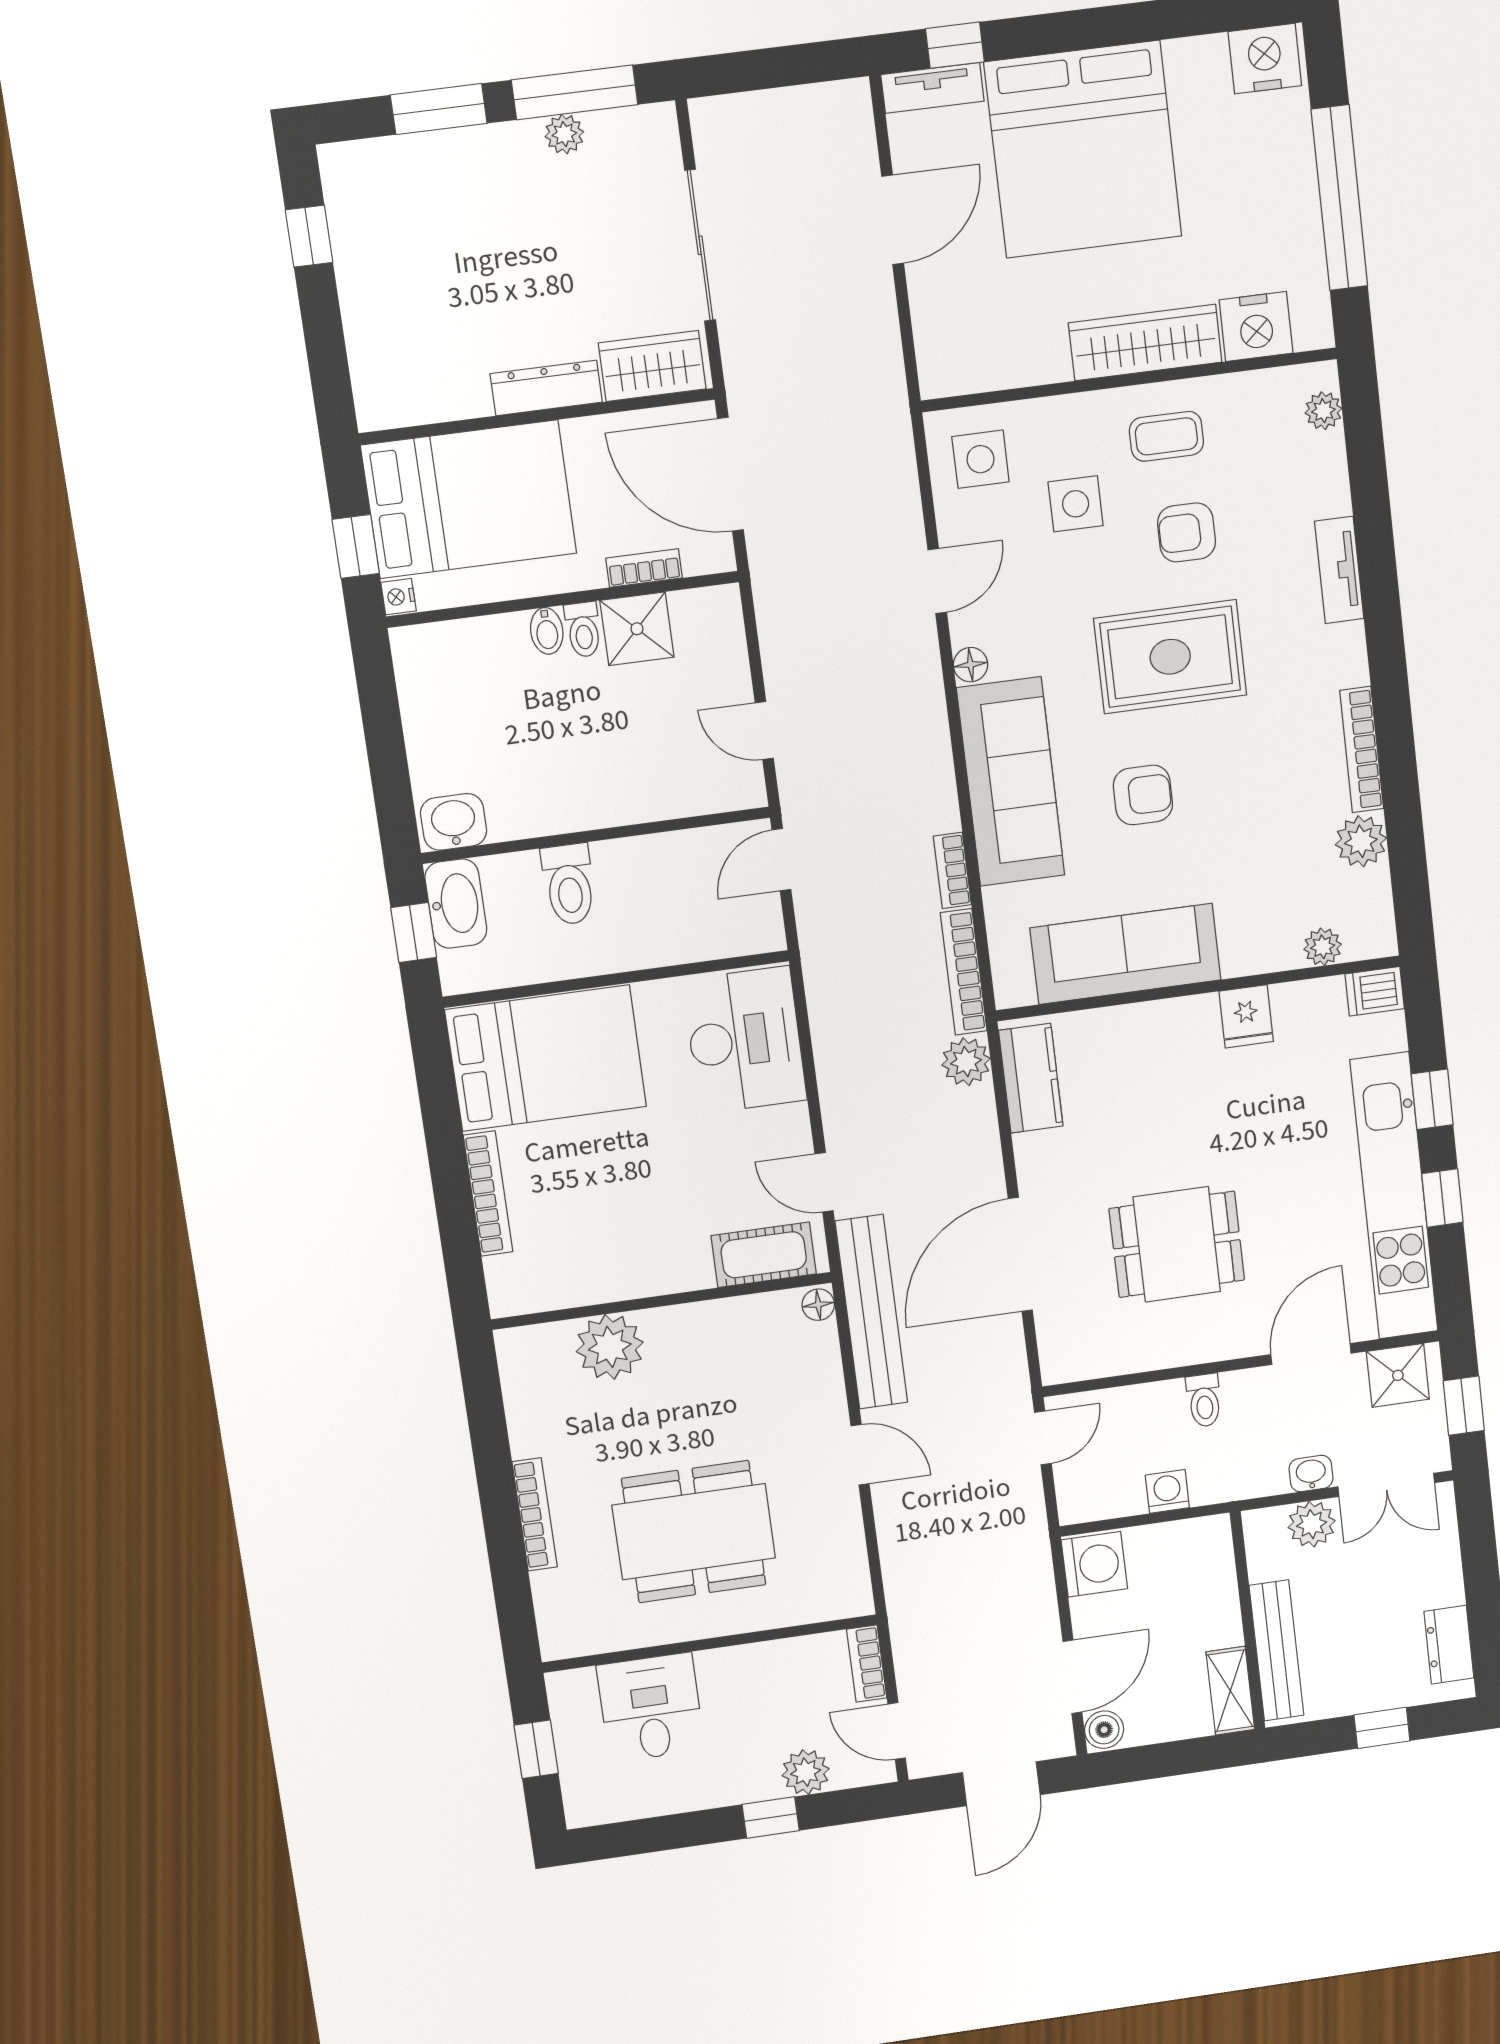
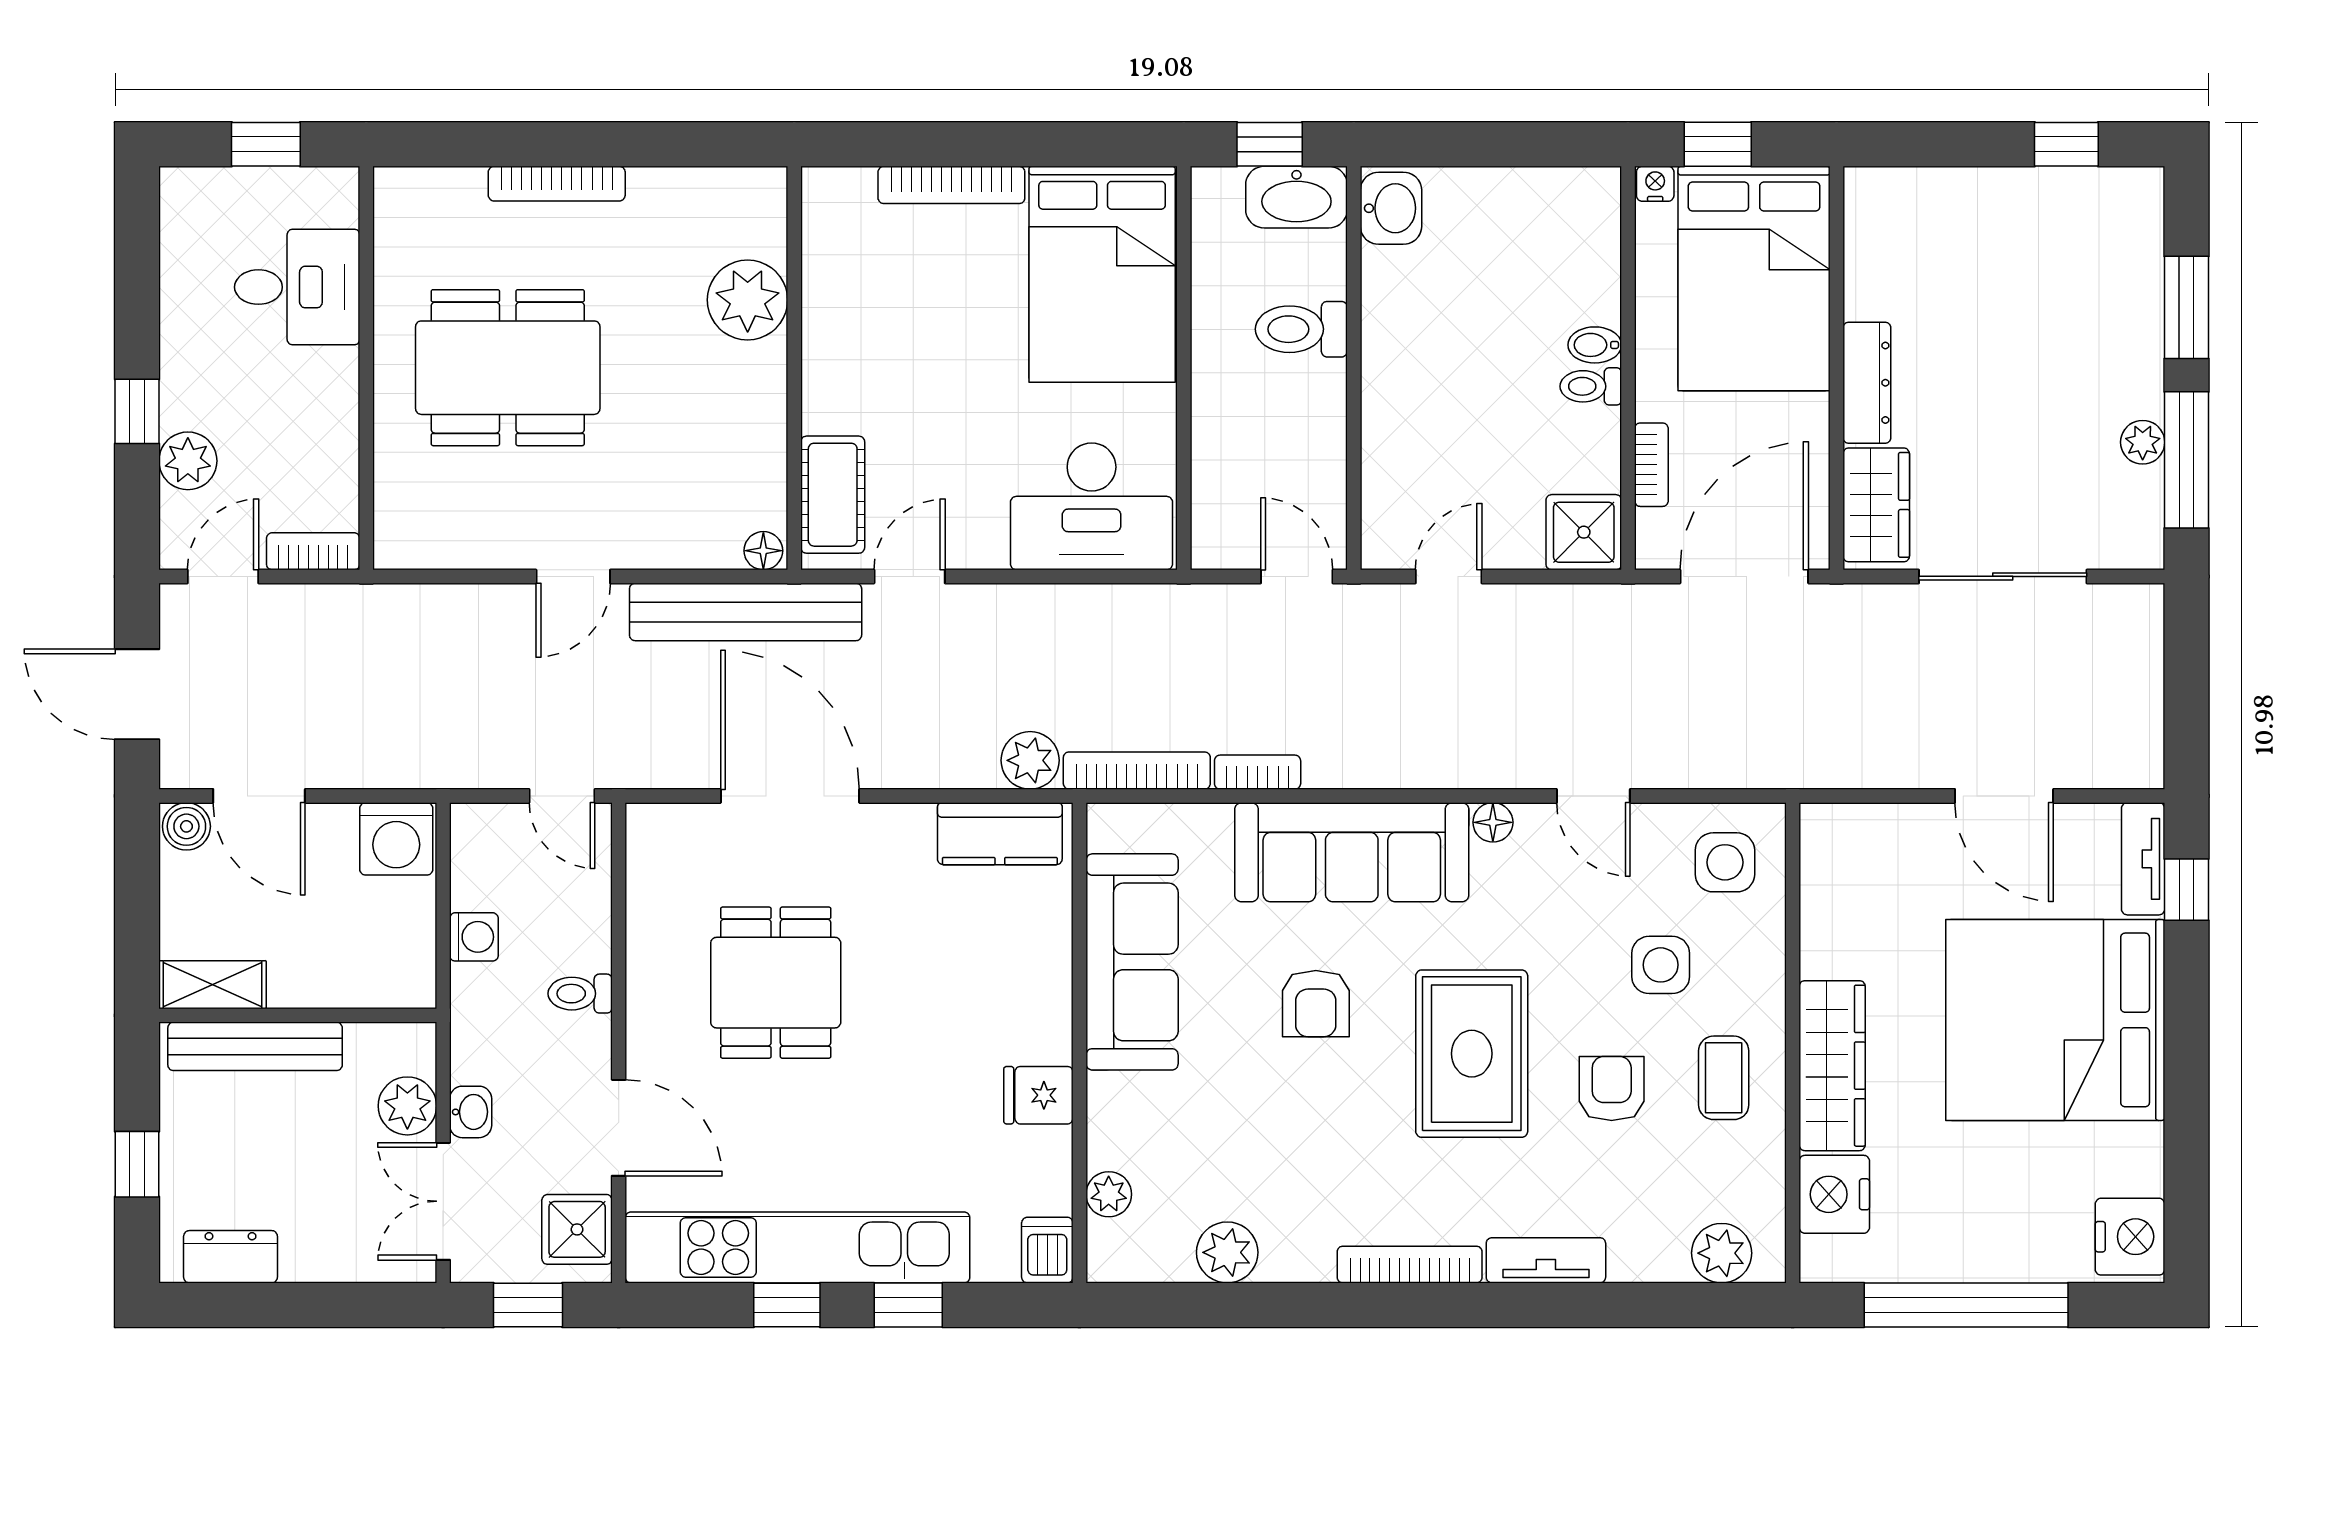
plant: (1323, 411) -> (1722, 1253), width x1.38, depth x1.38
shower: (637, 629) -> (1584, 532), moved
bookcase: (1362, 750) -> (1410, 1265), moved
dining table: (694, 1532) -> (508, 368), turned 90

